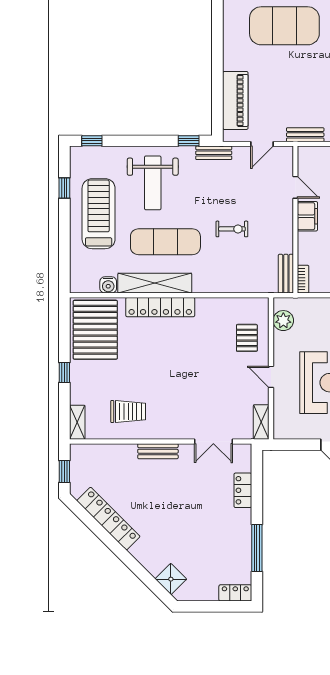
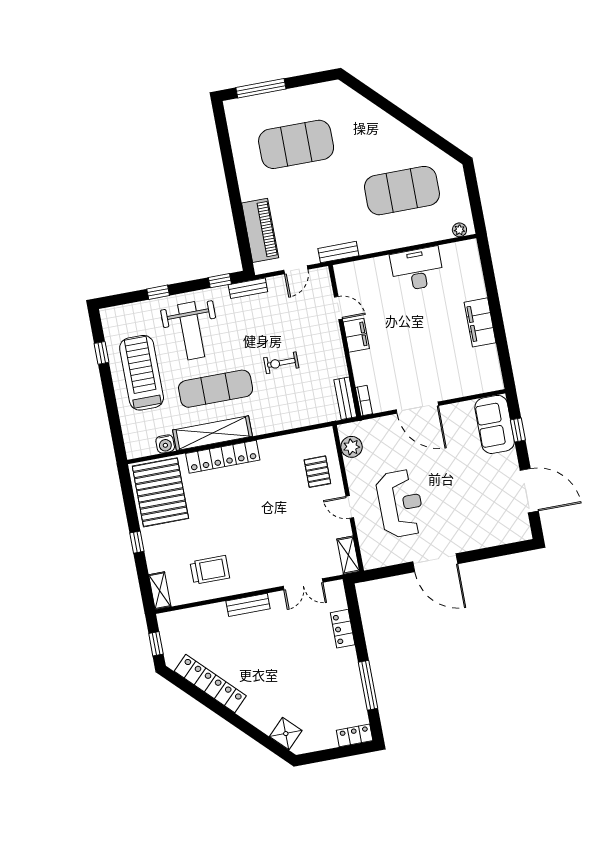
window: (92, 141) -> (158, 292), moved
exercise bike: (232, 229) -> (281, 363), turned 180

